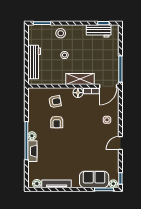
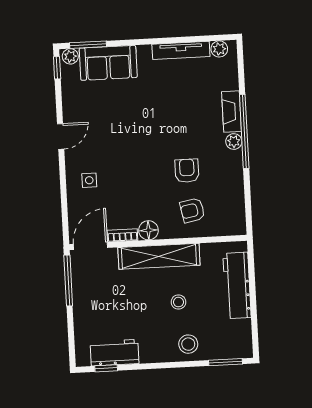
shelving: (80, 79) -> (159, 256), width x1.47

